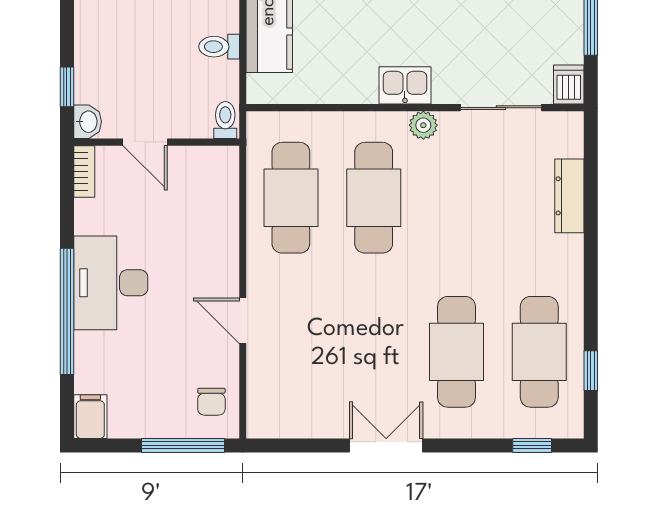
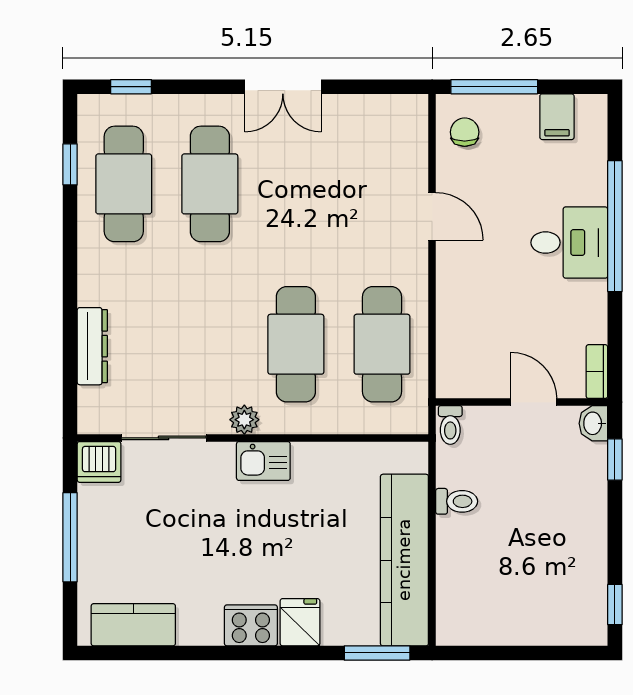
dishwasher: (569, 85) -> (99, 462), width x1.38
desk: (111, 283) -> (569, 243), width x0.73
filing cabinet: (90, 417) -> (557, 117), moved

